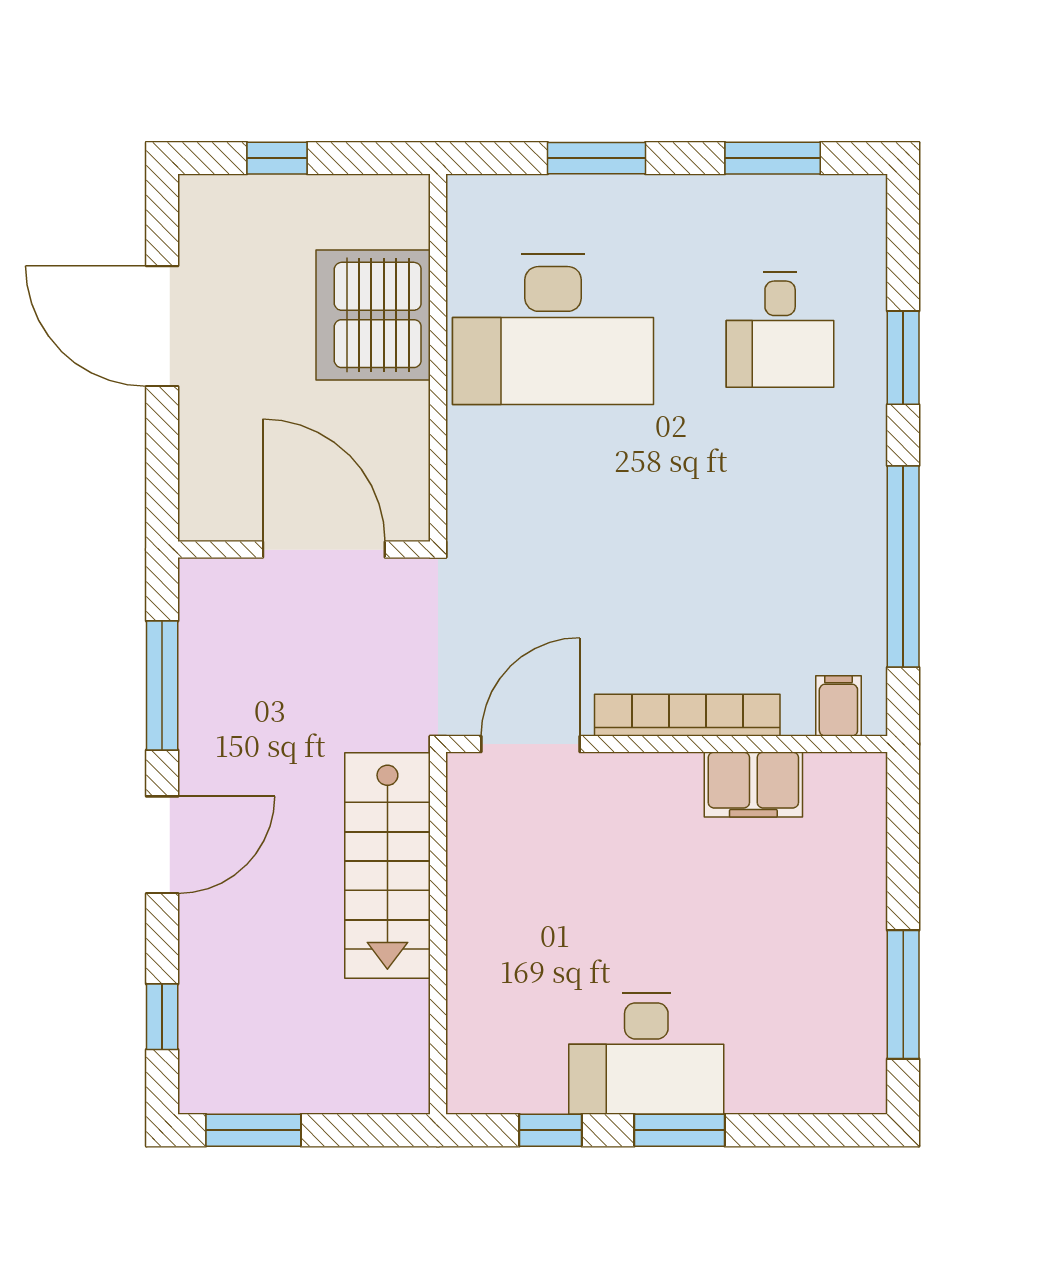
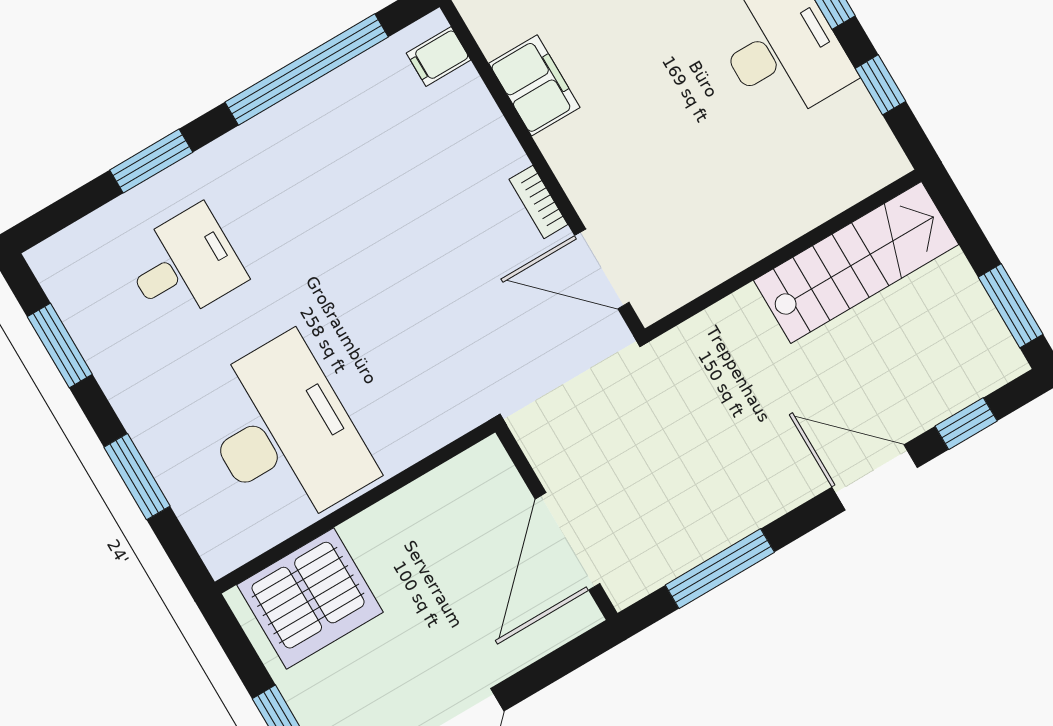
server rack: (373, 315) -> (310, 598), moved
door: (324, 550) -> (567, 541), moved
bookcase: (687, 715) -> (538, 202), width x0.43, depth x0.76
door: (162, 845) -> (875, 477), moved
stairs: (387, 866) -> (856, 262), moved

